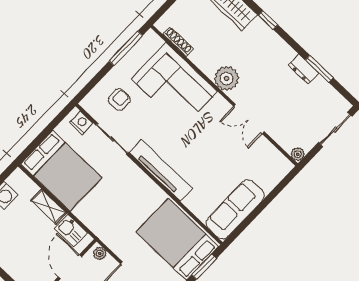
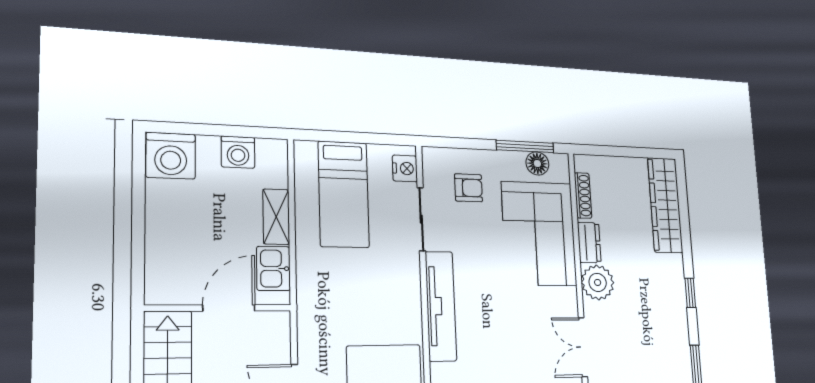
window: (268, 20) -> (690, 293), moved
floor lamp: (140, 50) -> (537, 164), added
dresser: (303, 69) -> (589, 243), moved, turned 180
bed: (61, 171) -> (344, 194), width x0.67
plant: (100, 253) -> (280, 328), removed

